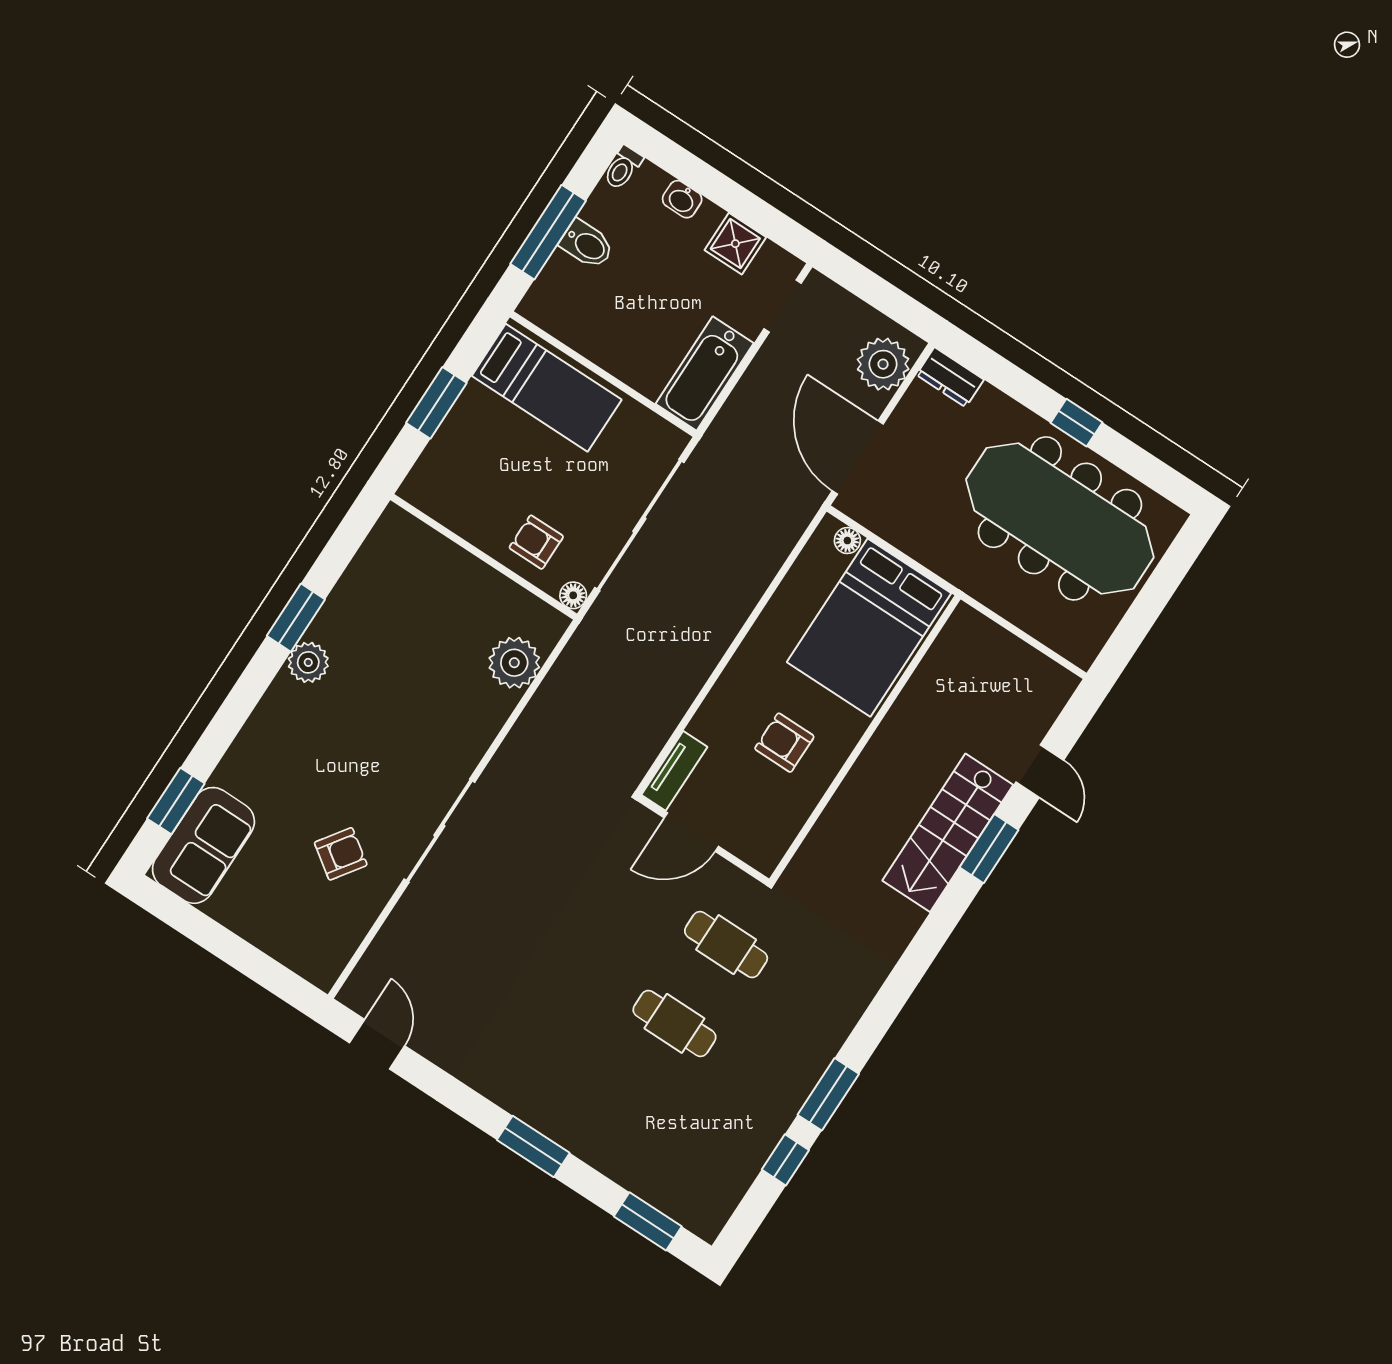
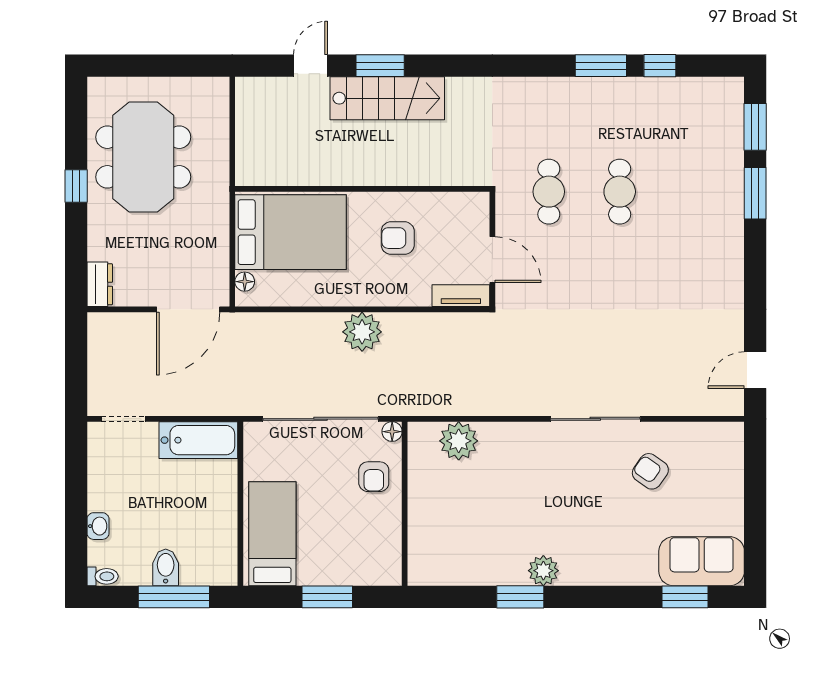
shower: (735, 244) -> (104, 474), removed
plant: (883, 364) -> (362, 332), moved
meeting table: (1060, 518) -> (143, 157), width x0.73
armchair: (784, 743) -> (398, 238), turned 90
window: (533, 1146) -> (755, 193), moved

